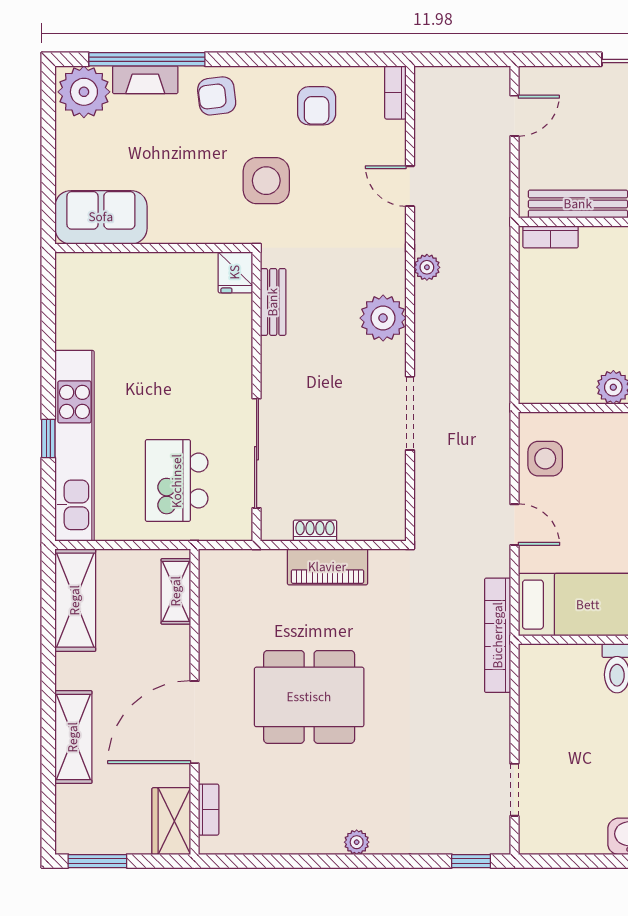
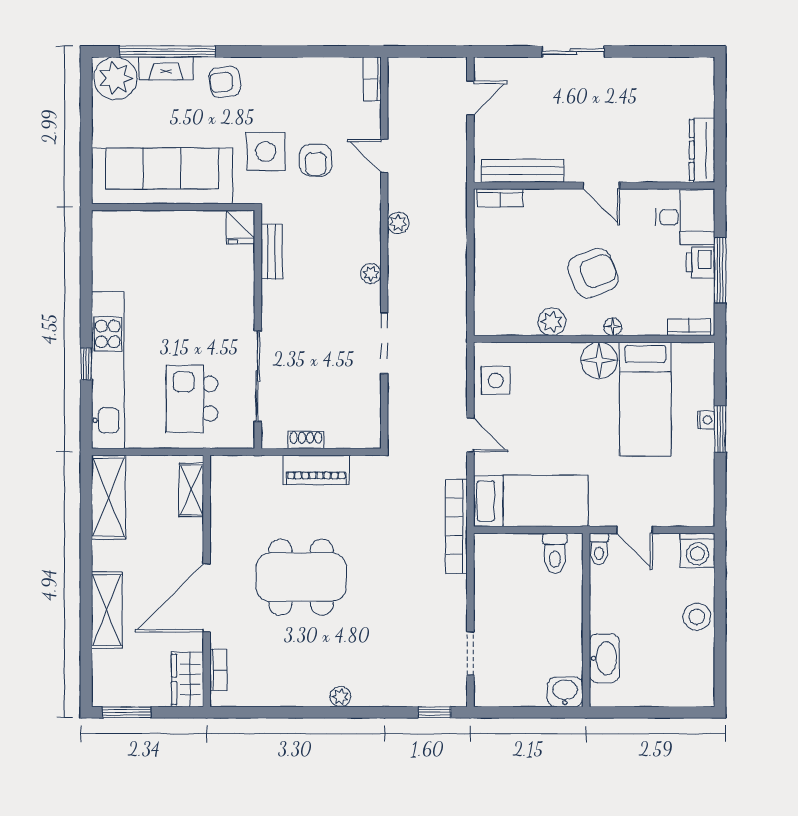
armchair: (317, 106) -> (316, 160), moved
sofa: (101, 217) -> (162, 176), width x1.85, depth x1.27
plant: (383, 318) -> (371, 274), width x0.53, depth x0.53

